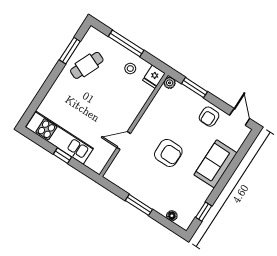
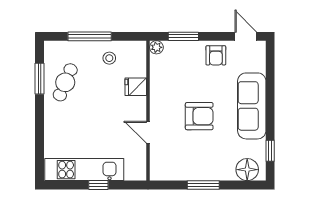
fridge: (154, 77) -> (136, 87), moved, turned 90
door: (124, 141) -> (148, 132), hinge flipped
sofa: (216, 164) -> (252, 106), width x1.36
floor lamp: (172, 216) -> (247, 170), width x1.89, depth x1.89

